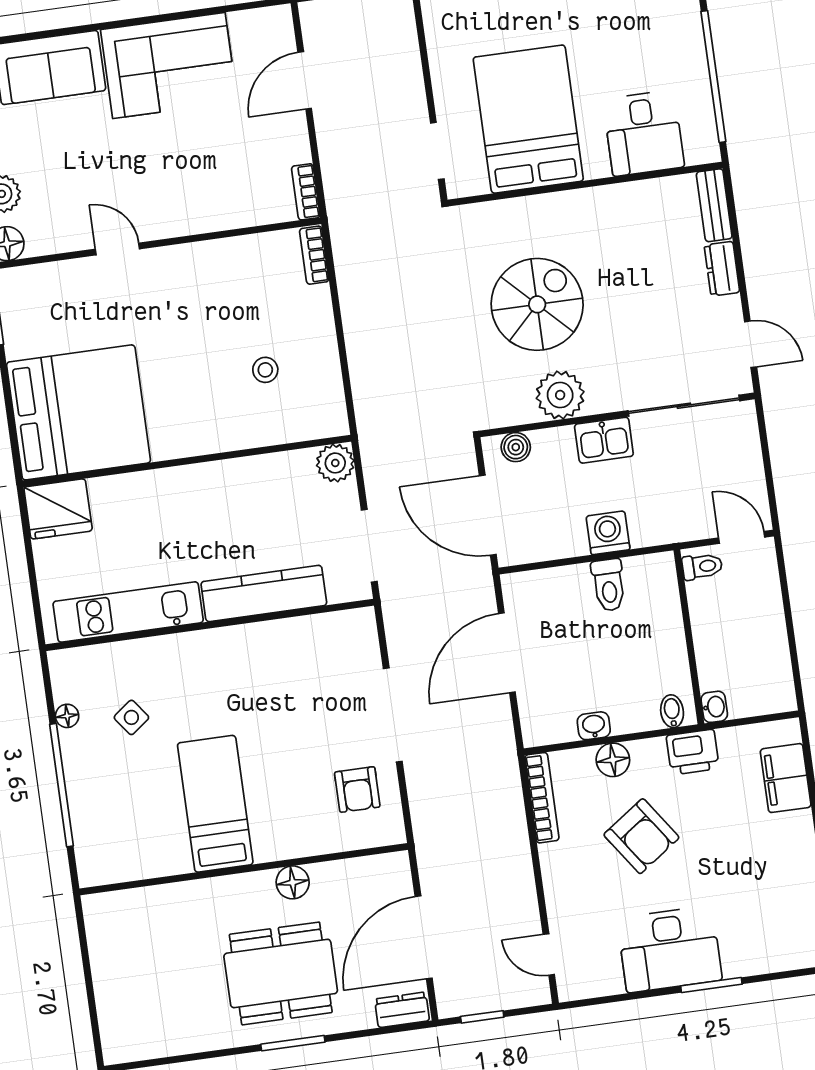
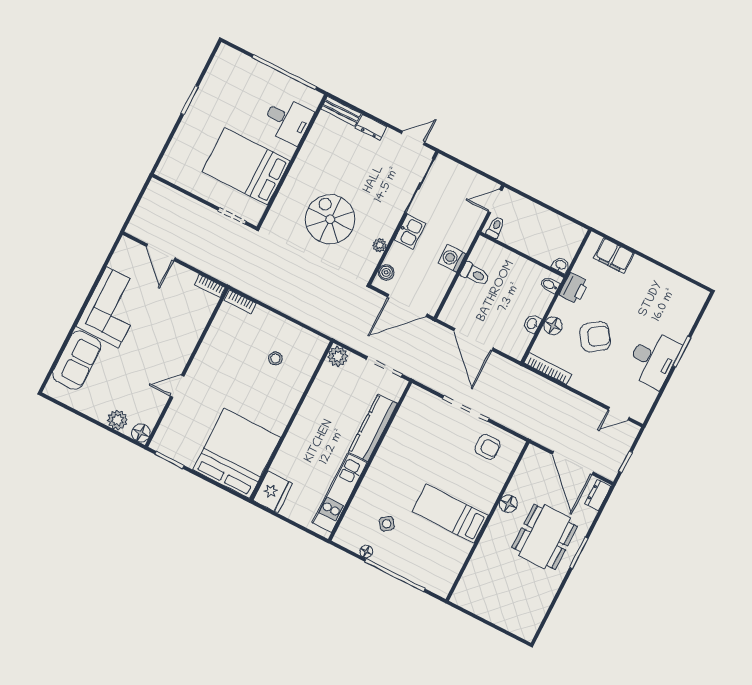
plant: (560, 395) -> (380, 245), width x0.53, depth x0.53

